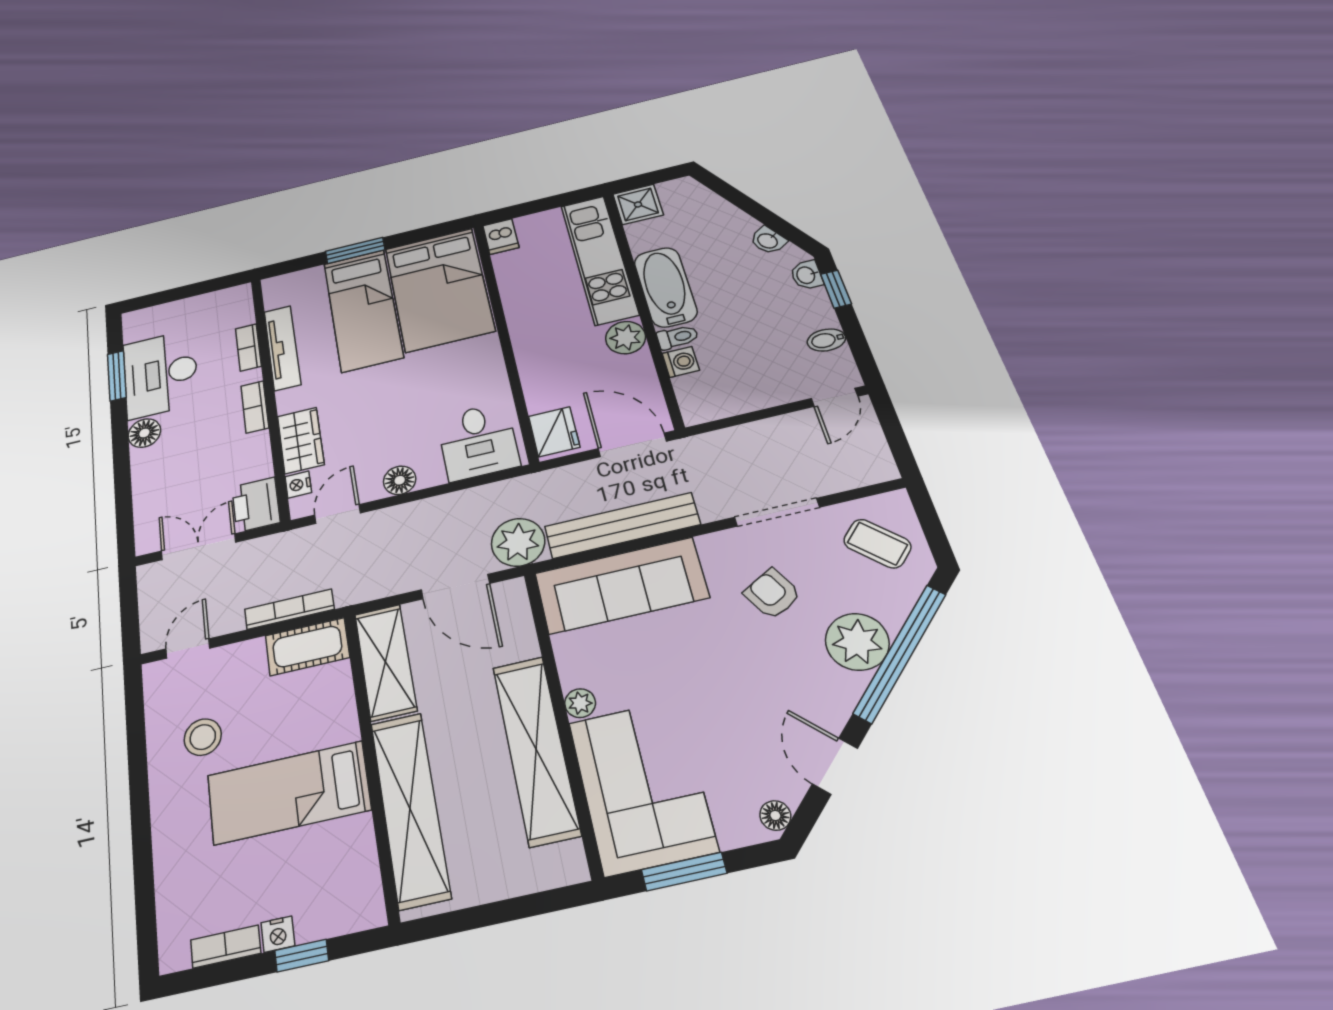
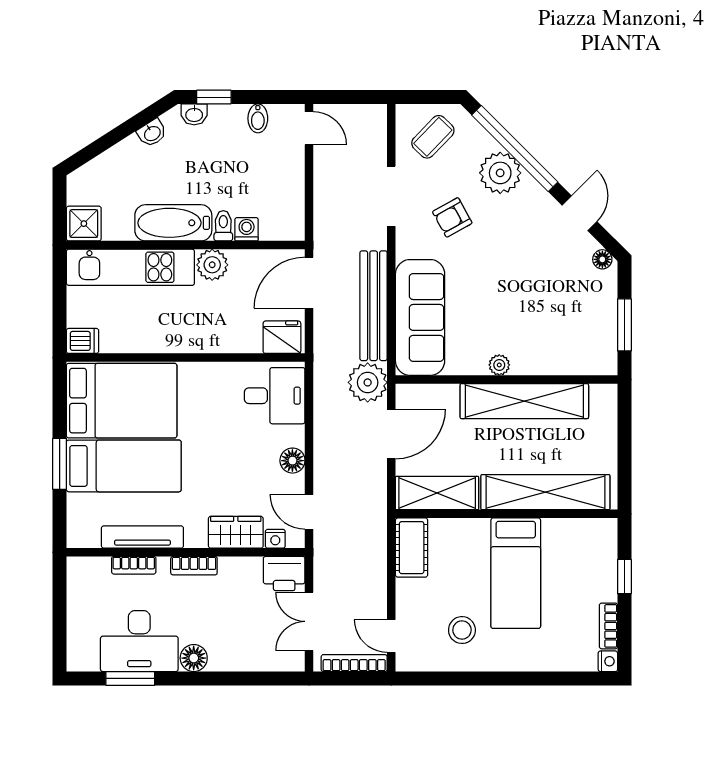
bookcase: (289, 609) -> (354, 663), moved, turned 90
door: (835, 766) -> (580, 213), swing flipped
corner sofa: (642, 786) -> (565, 338), removed
nightstand: (278, 934) -> (608, 661), moved

